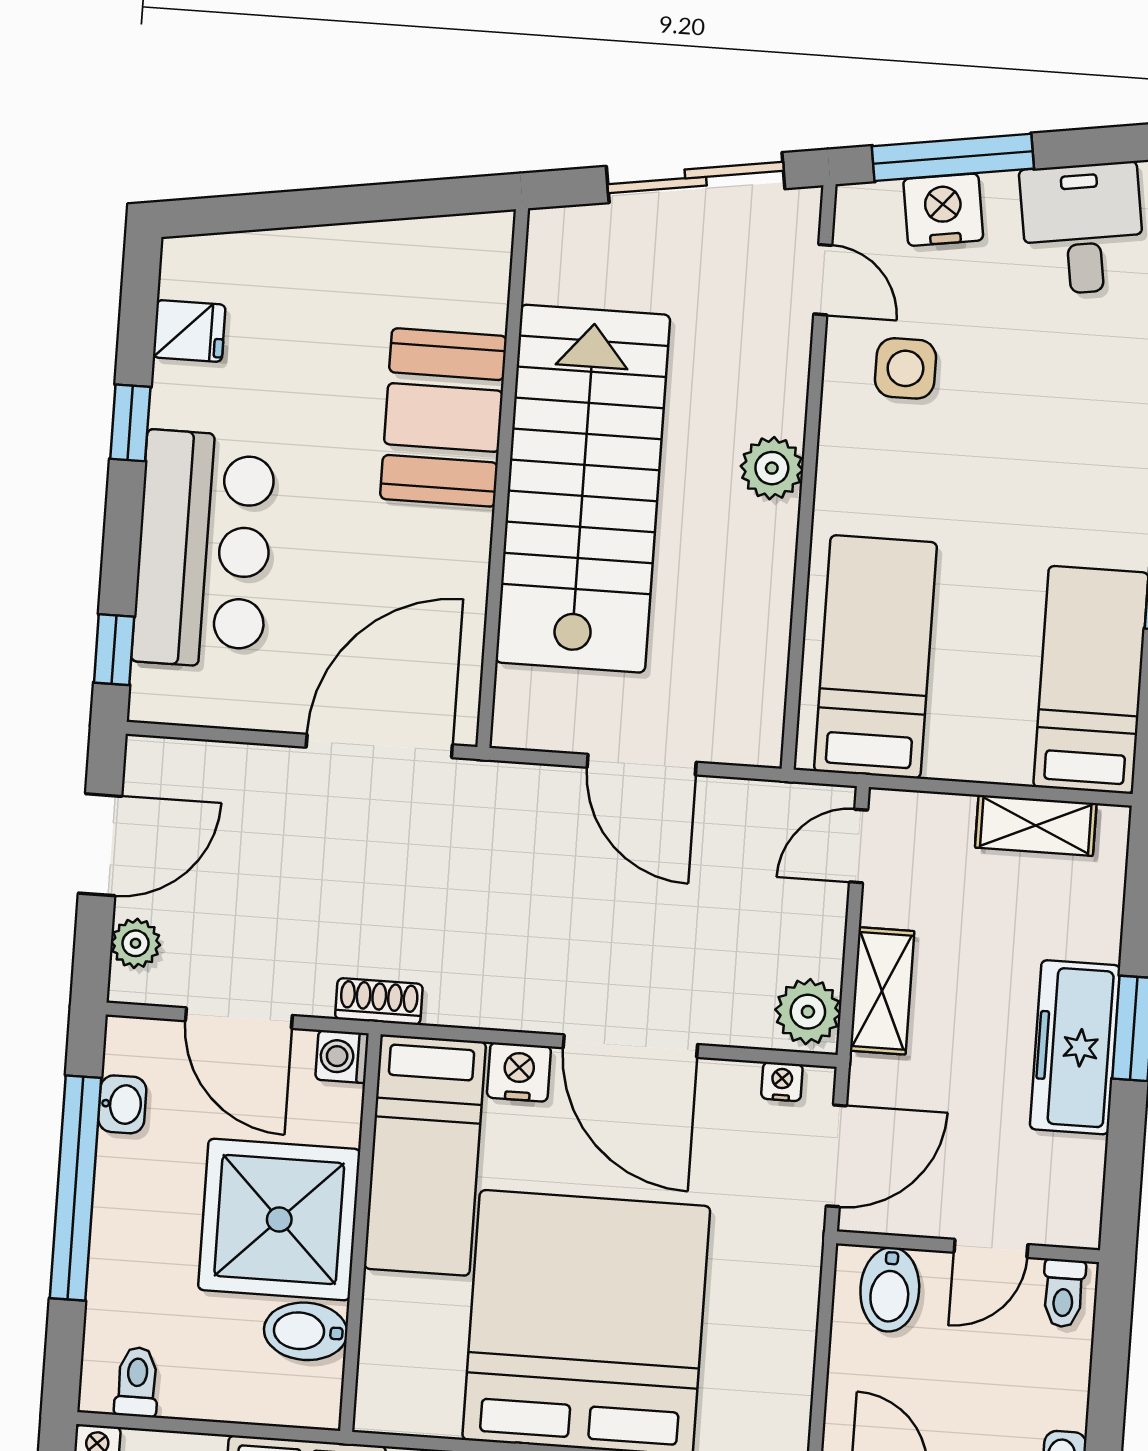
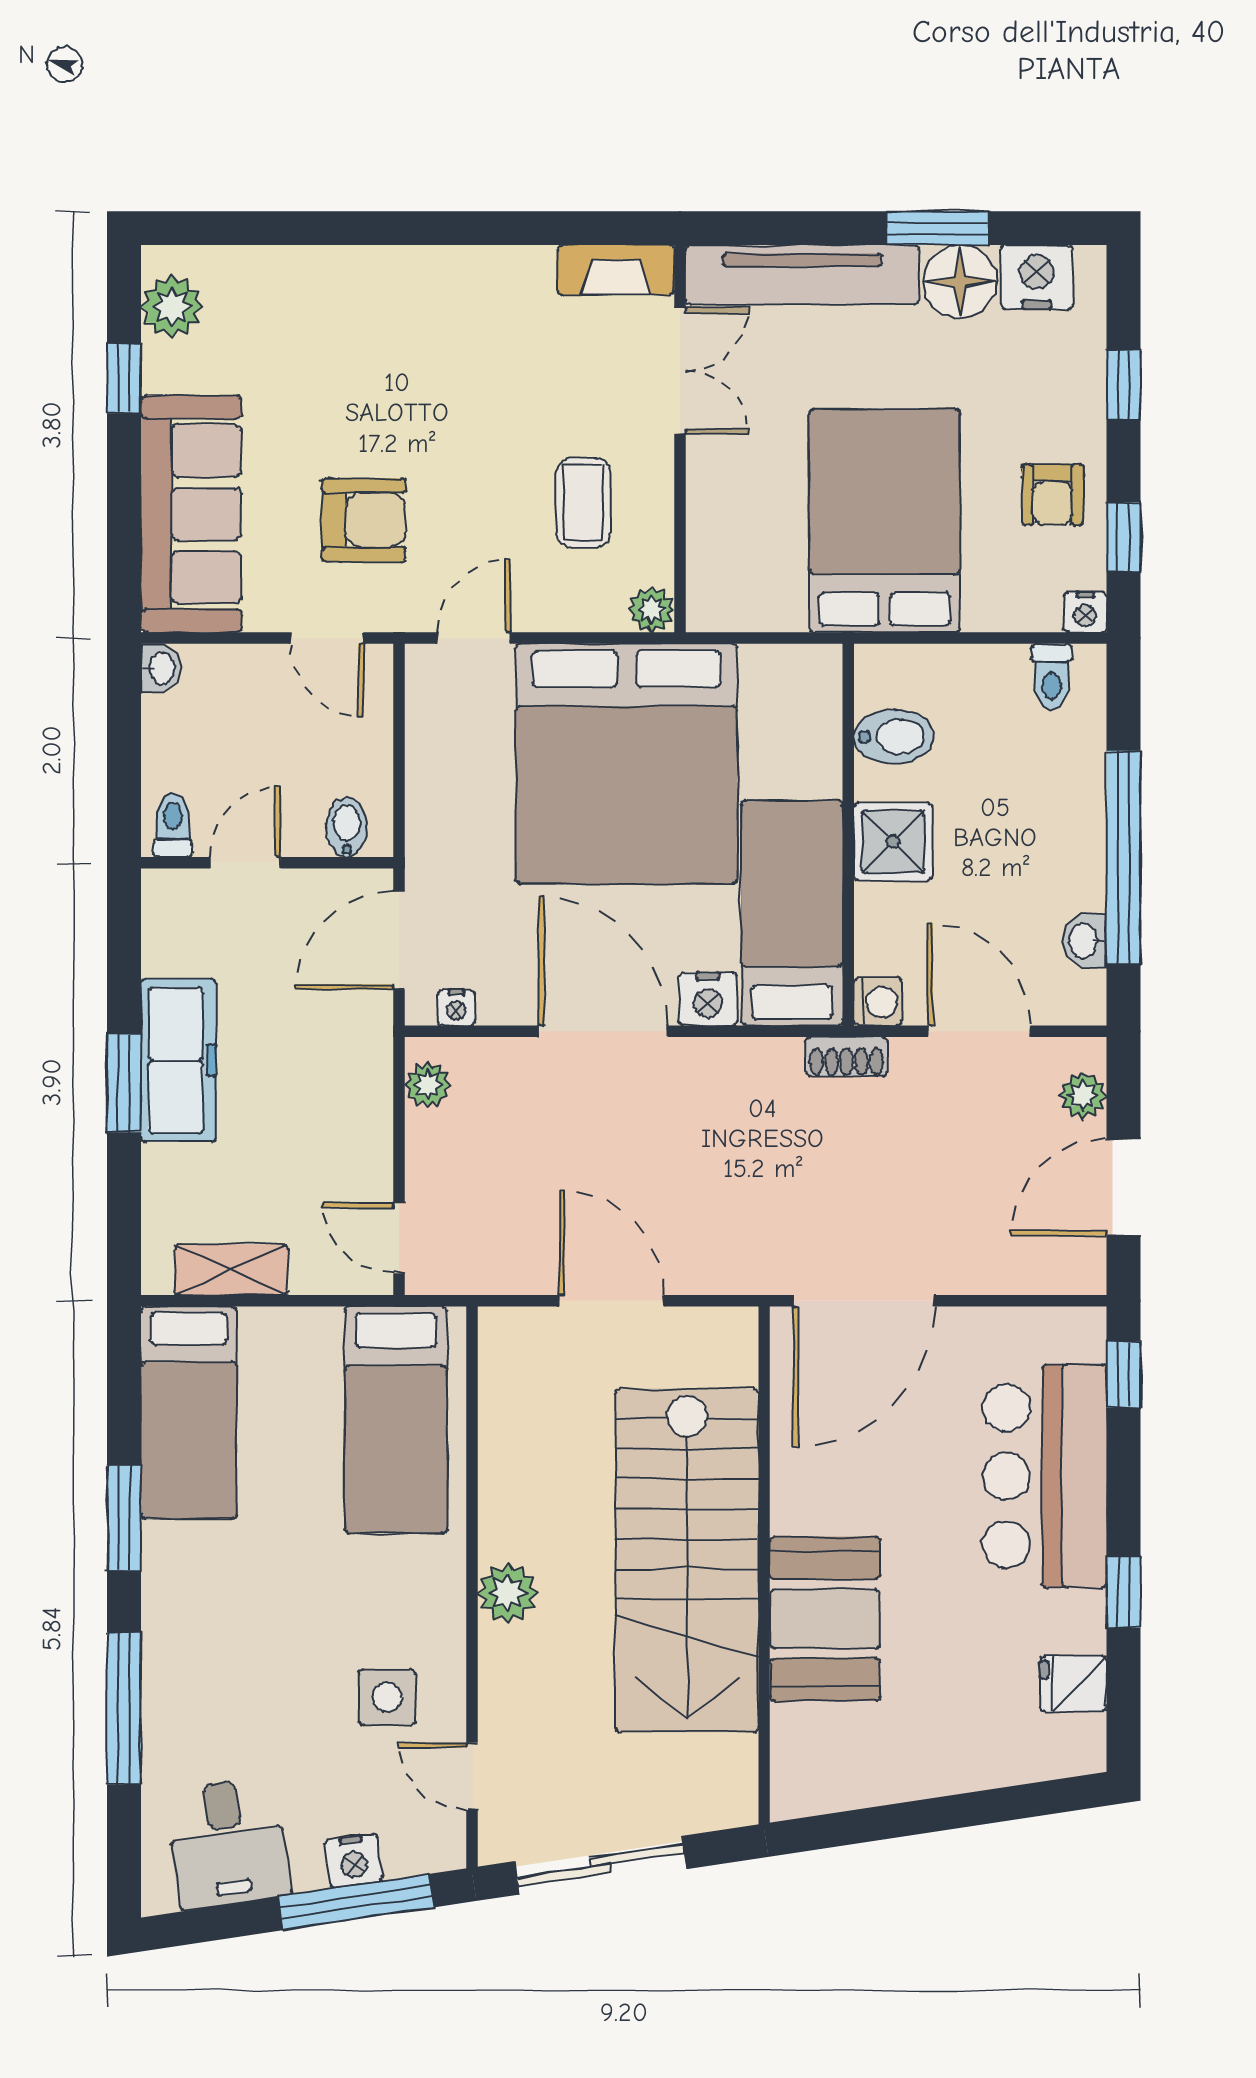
nightstand: (943, 210) -> (354, 1861), width x0.74, depth x0.75
door: (859, 846) -> (399, 1238), swing flipped
shelving: (882, 991) -> (367, 1101), removed
plant: (808, 1012) -> (428, 1085), width x0.73, depth x0.73
shower: (279, 1219) -> (893, 842), width x0.54, depth x0.54
bidet: (890, 1289) -> (347, 827), width x0.72, depth x0.74

